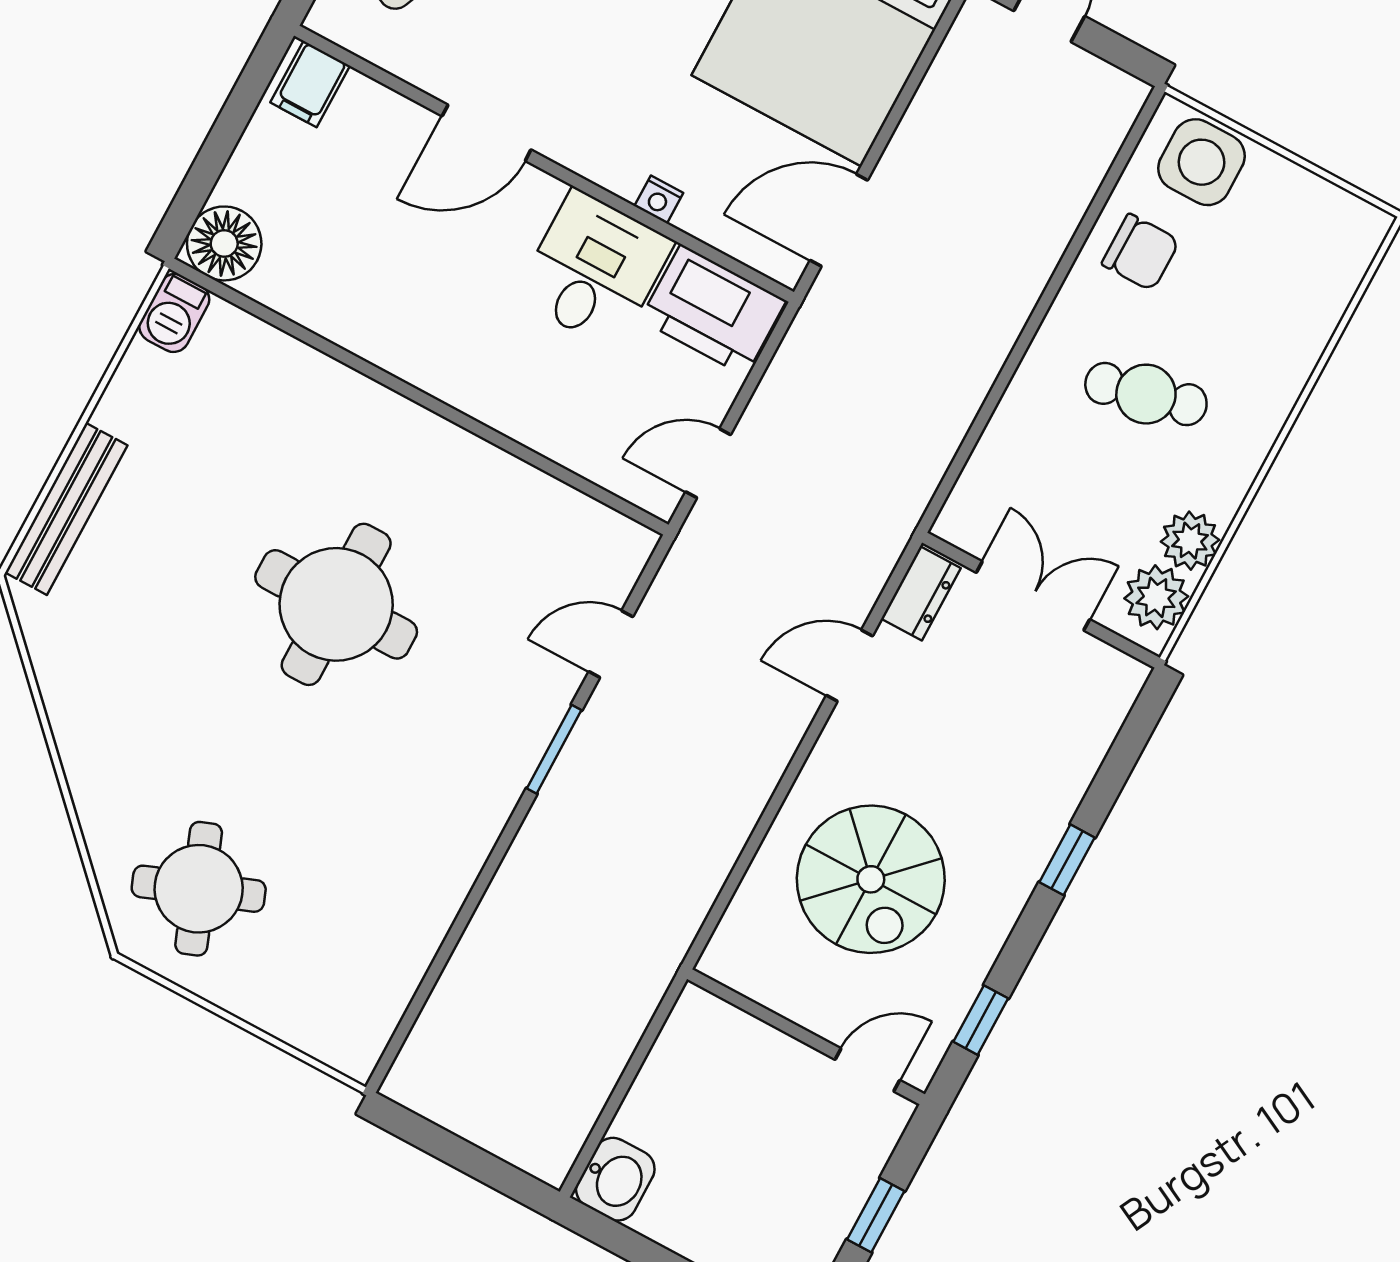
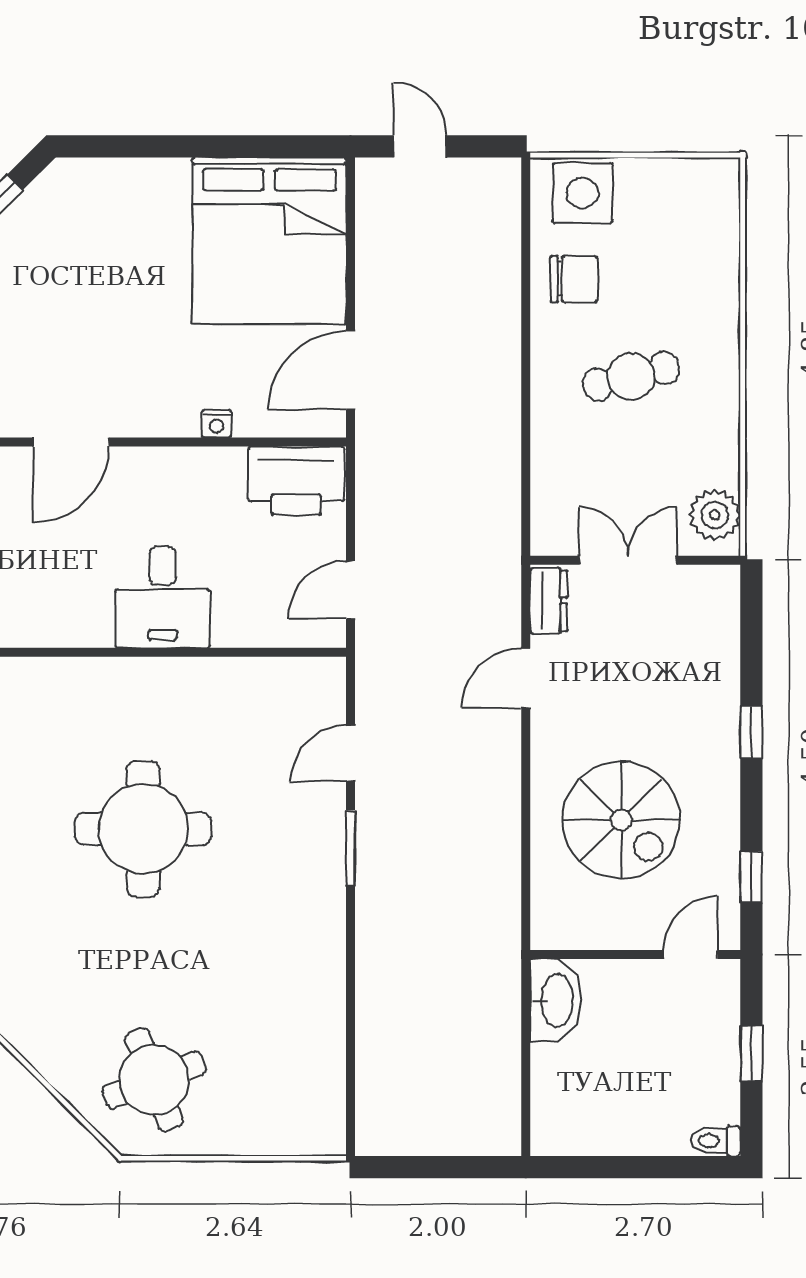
desk: (594, 270) -> (163, 597), moved, turned 180
plant: (1190, 541) -> (717, 462), removed
washbasin: (615, 1179) -> (555, 1000), moved, width x1.38

